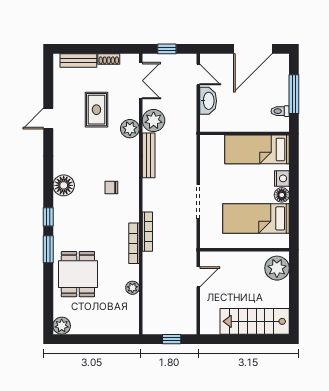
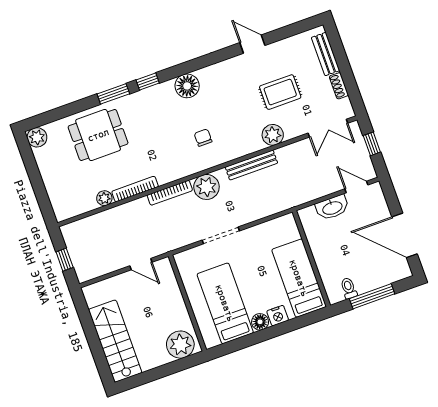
door: (198, 75) -> (356, 187), swing flipped
plant: (154, 120) -> (206, 187), moved
bookcase: (134, 243) -> (135, 189), moved

